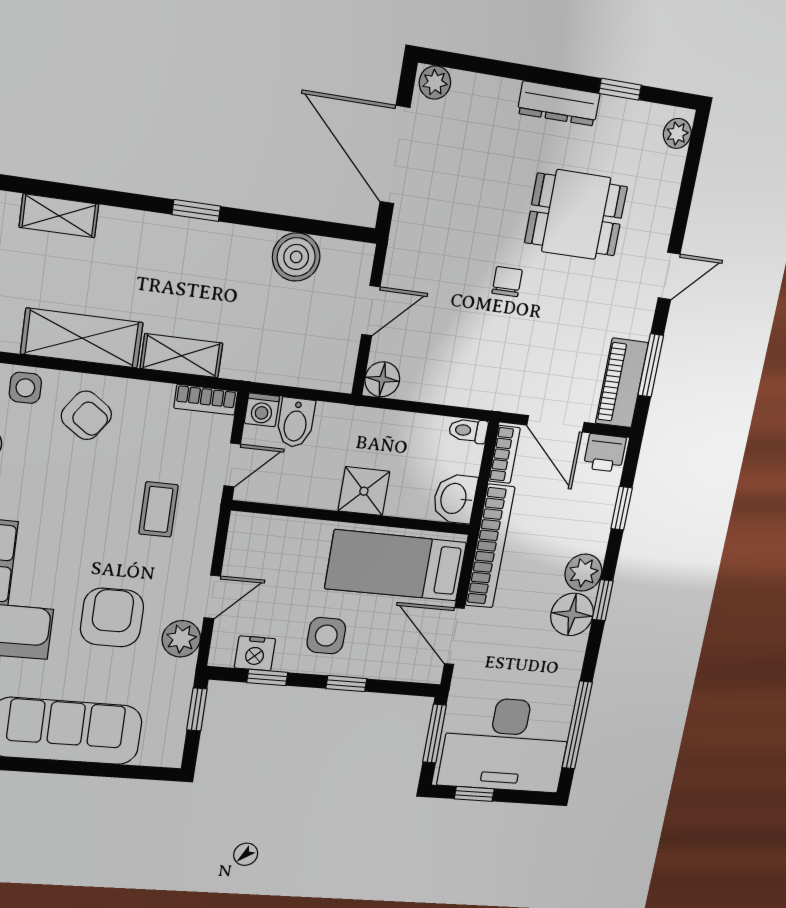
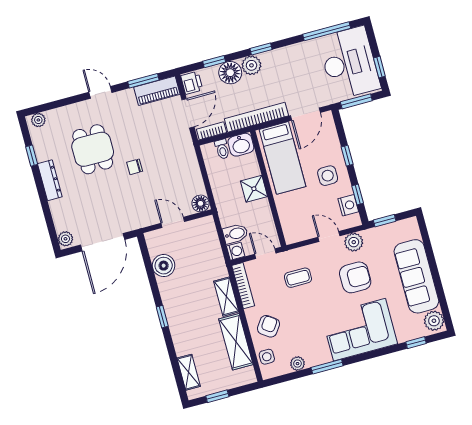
bookcase: (206, 400) -> (243, 286), width x1.56
toilet: (468, 431) -> (222, 149), moved
floor lamp: (572, 614) -> (230, 73), moved
armchair: (112, 617) -> (355, 277), turned 180

